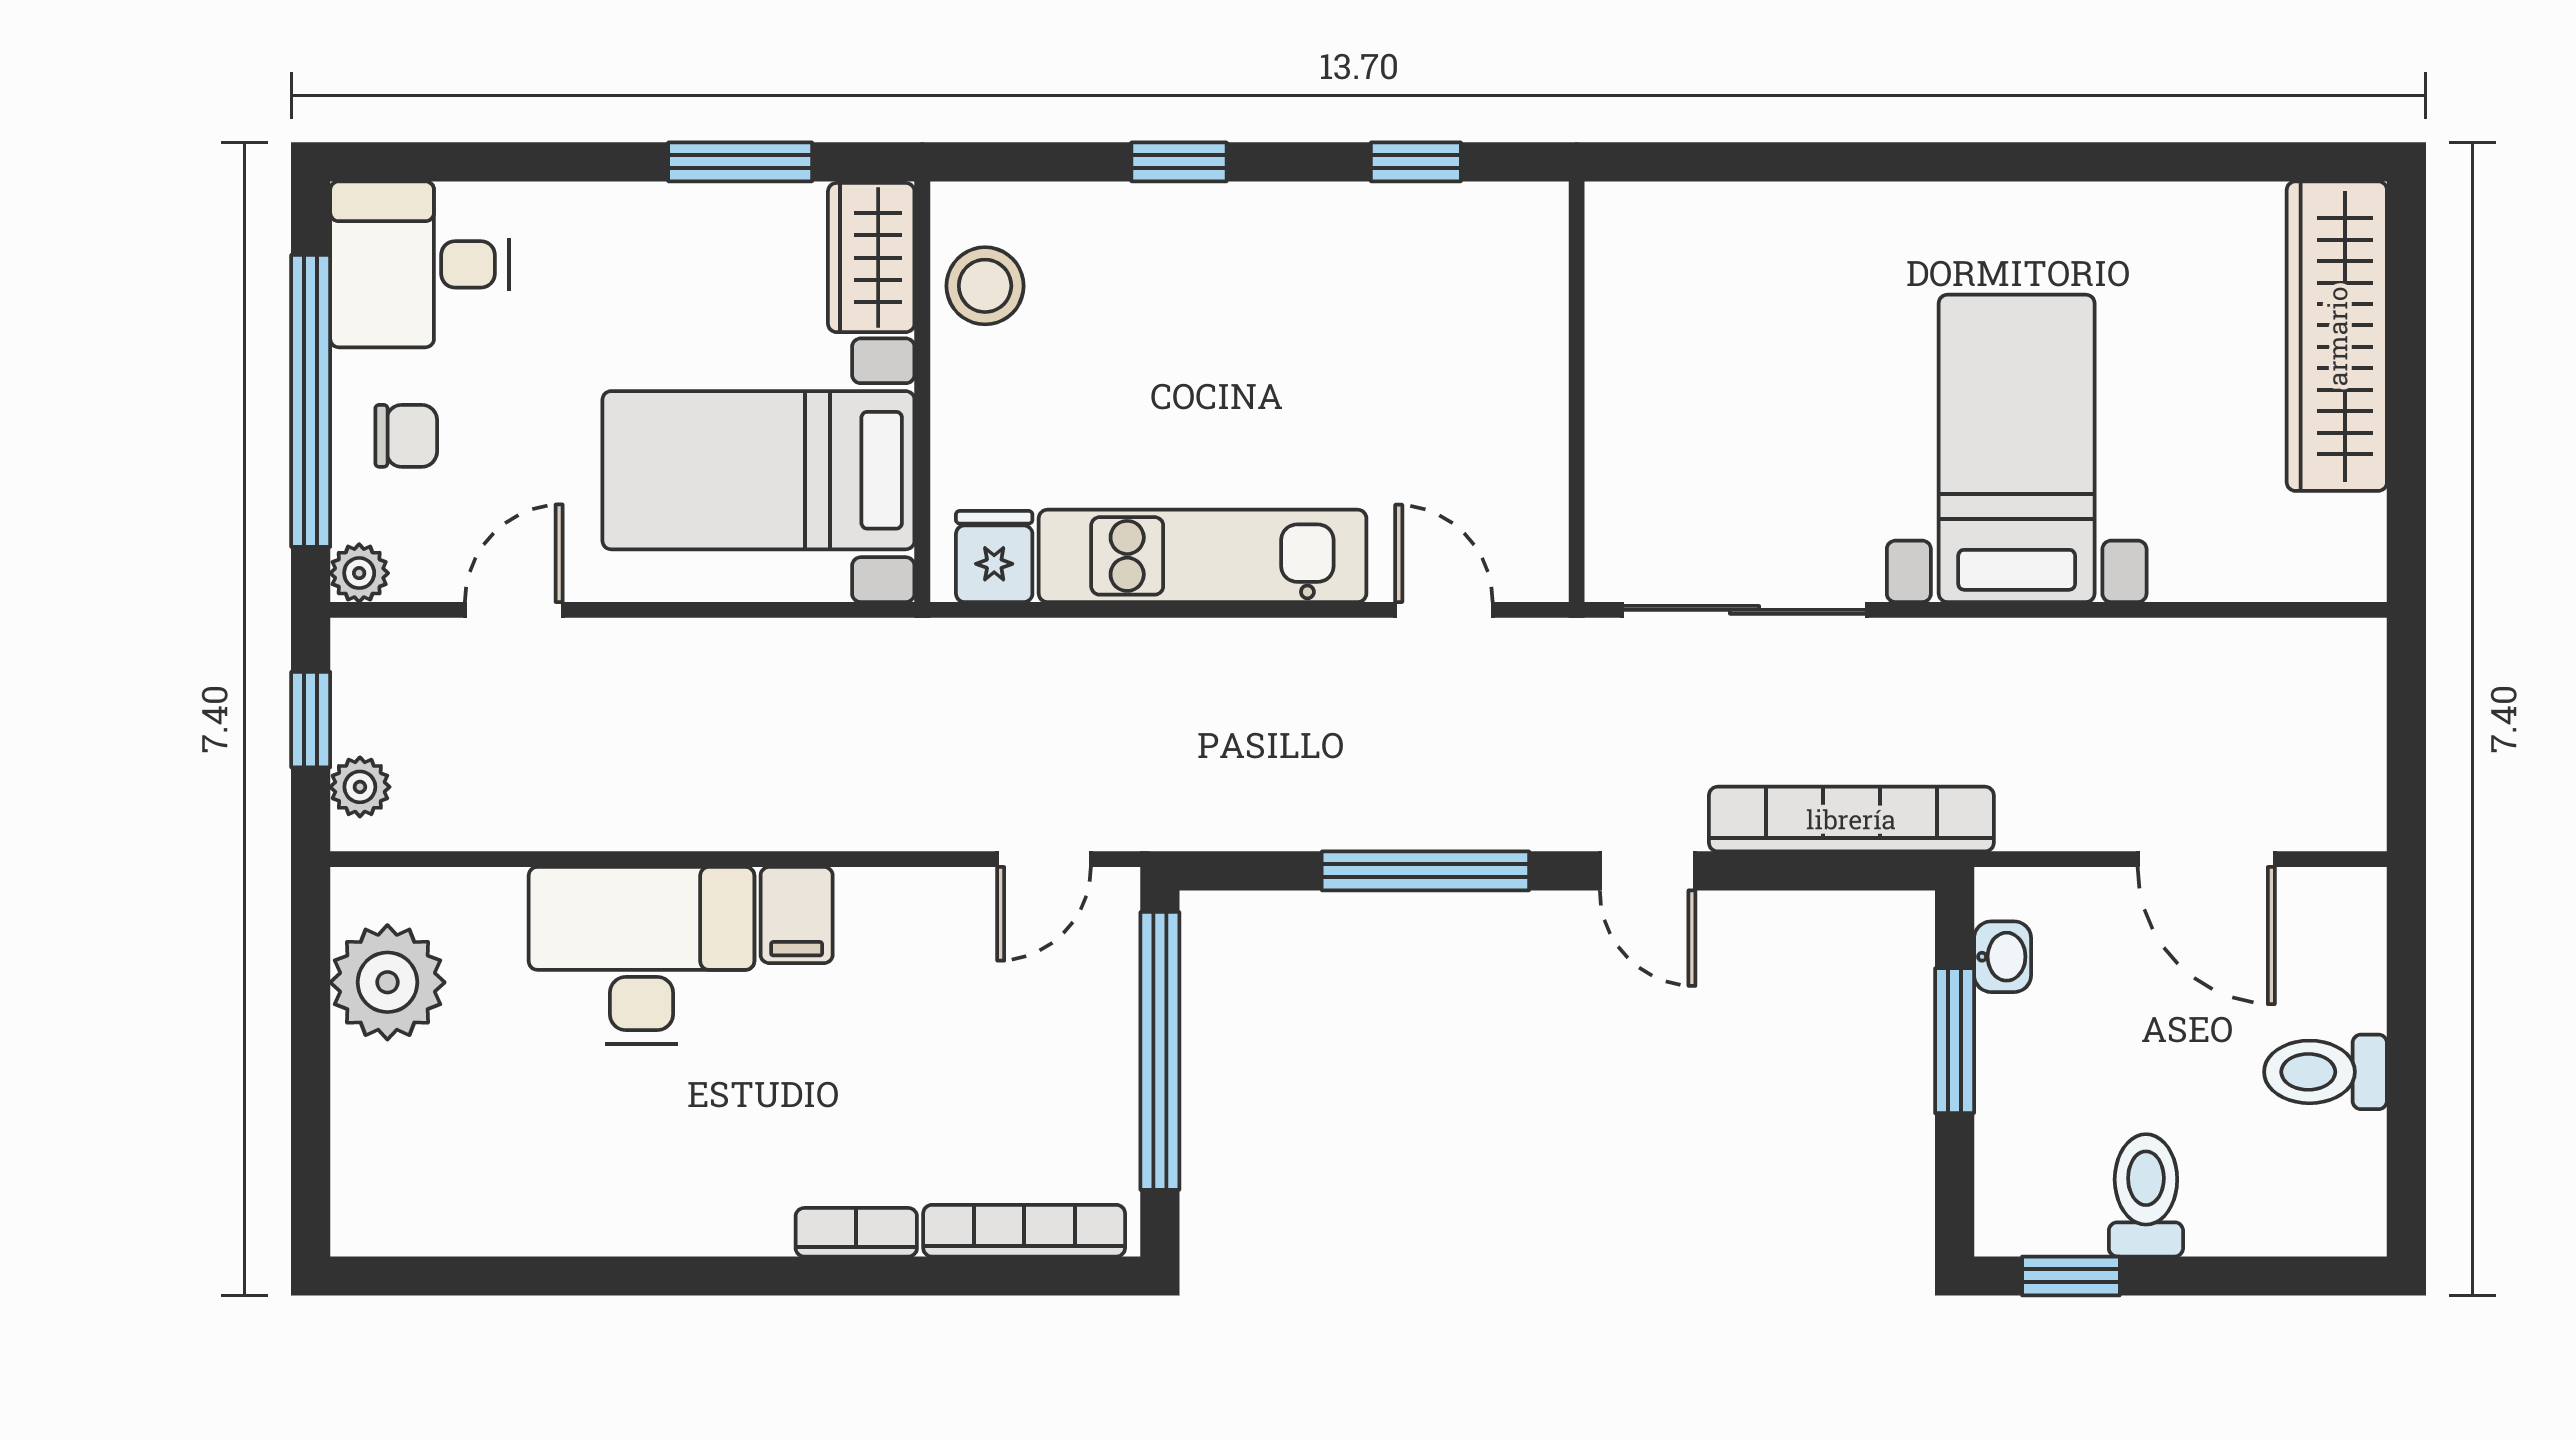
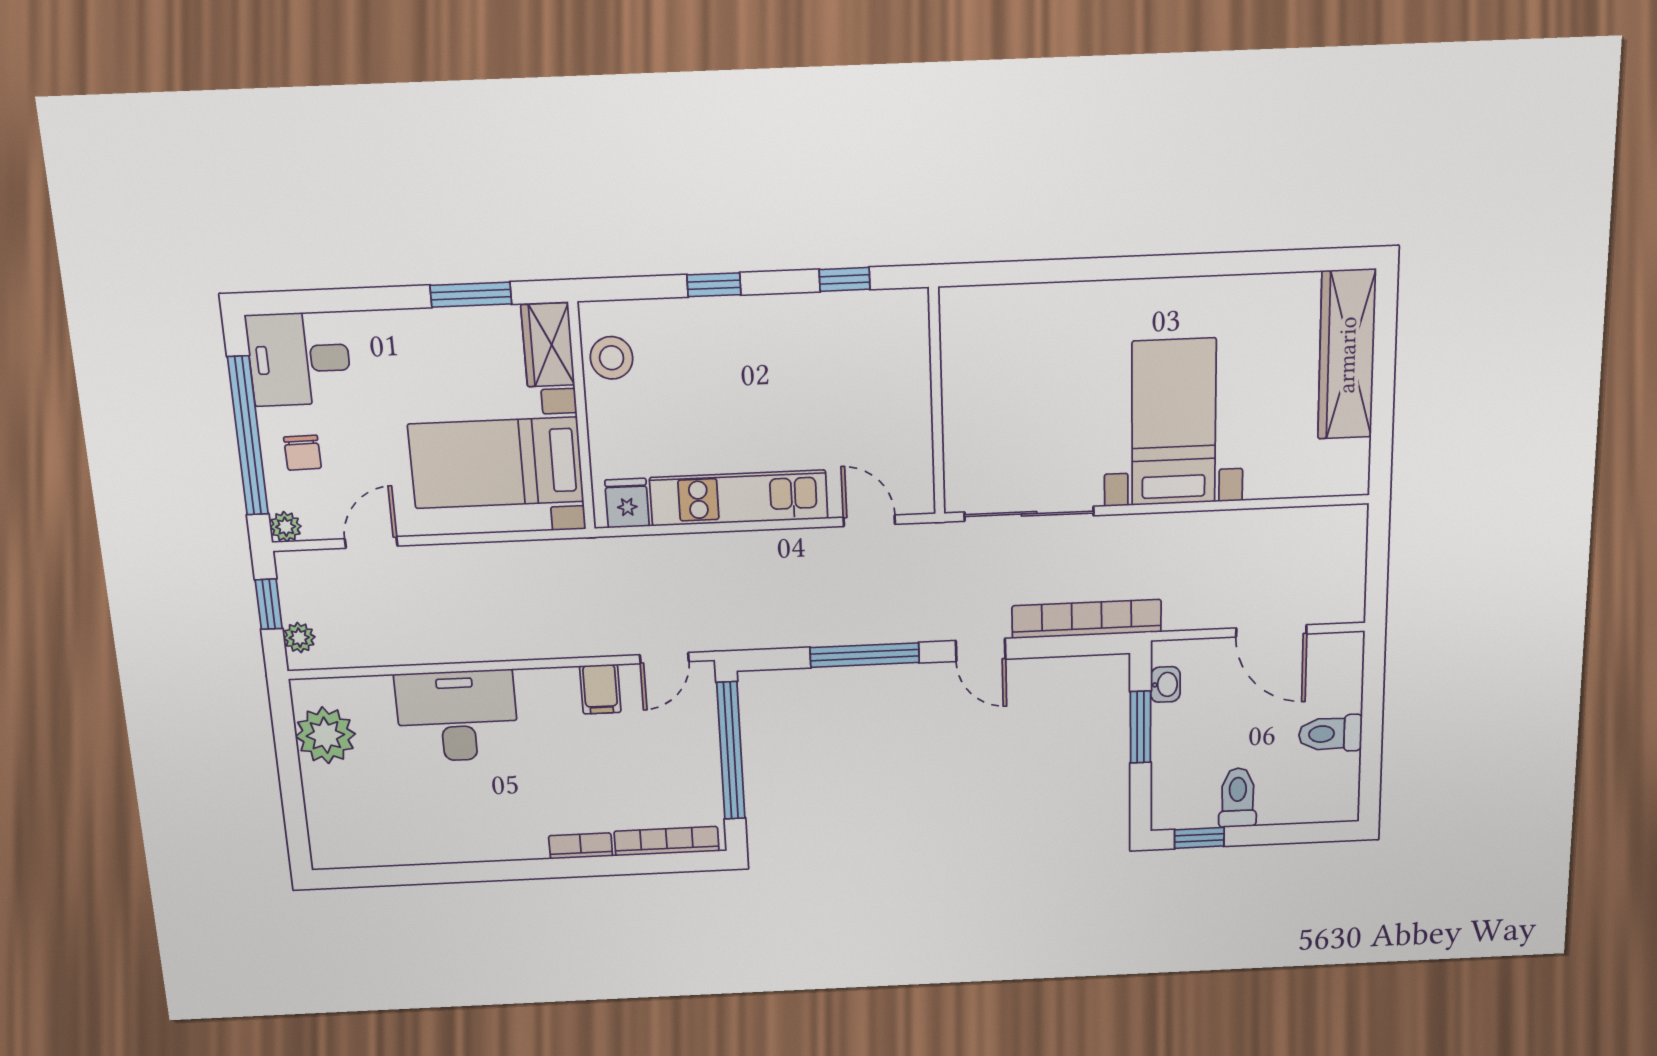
chair: (406, 436) -> (303, 453), turned 89
filing cabinet: (797, 915) -> (600, 689), moved

